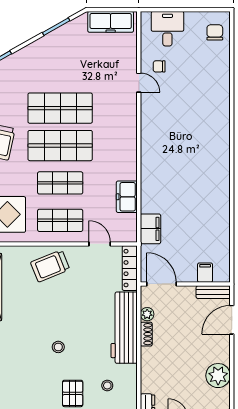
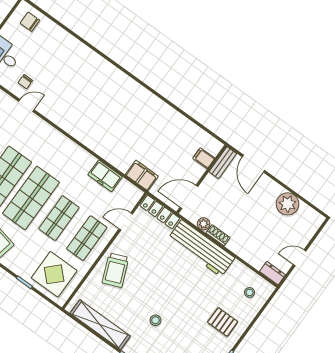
stool: (58, 347) -> (155, 320), moved
stool: (107, 385) -> (250, 292), moved

